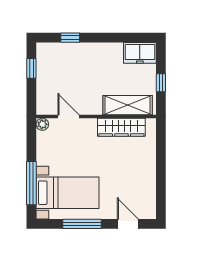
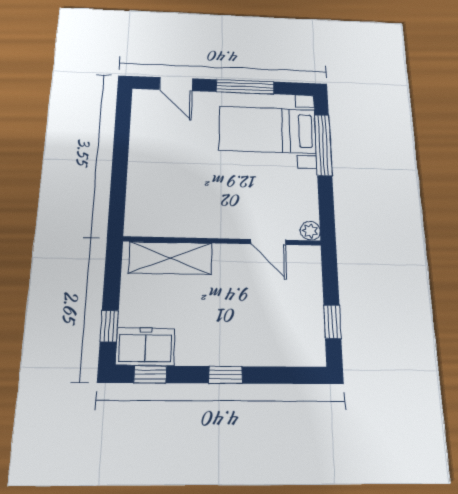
window: (70, 38) -> (226, 375), moved
window: (137, 38) -> (150, 374), added
window: (161, 83) -> (109, 326), moved
wardrobe: (121, 127) -> (182, 223), removed

